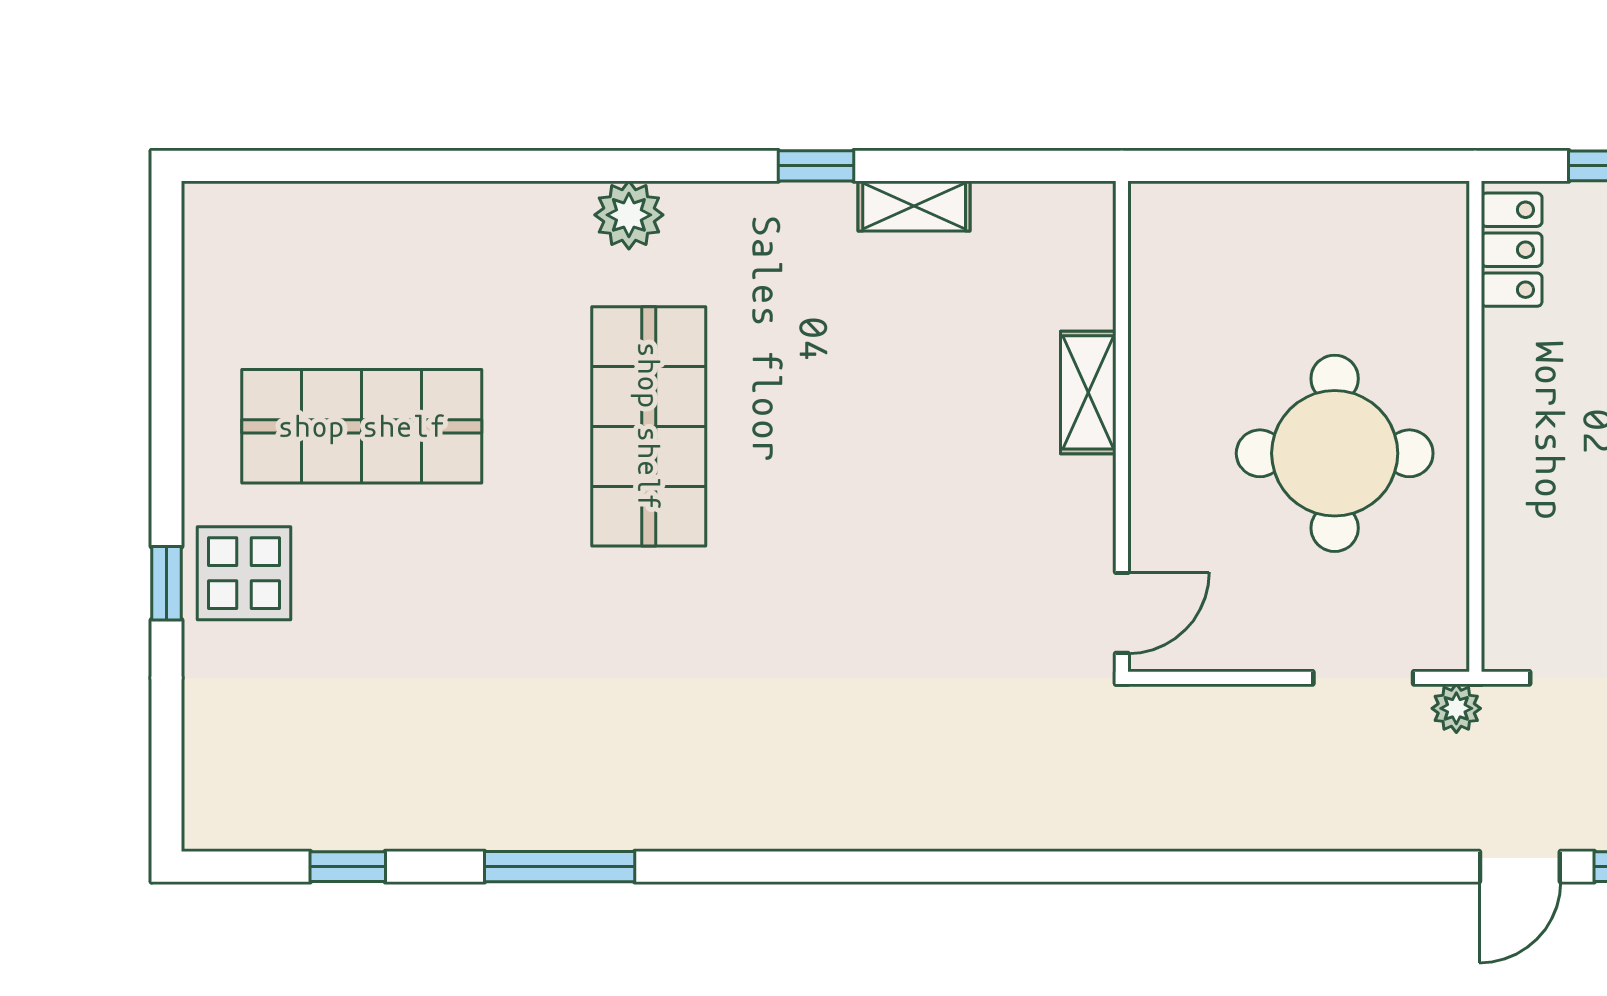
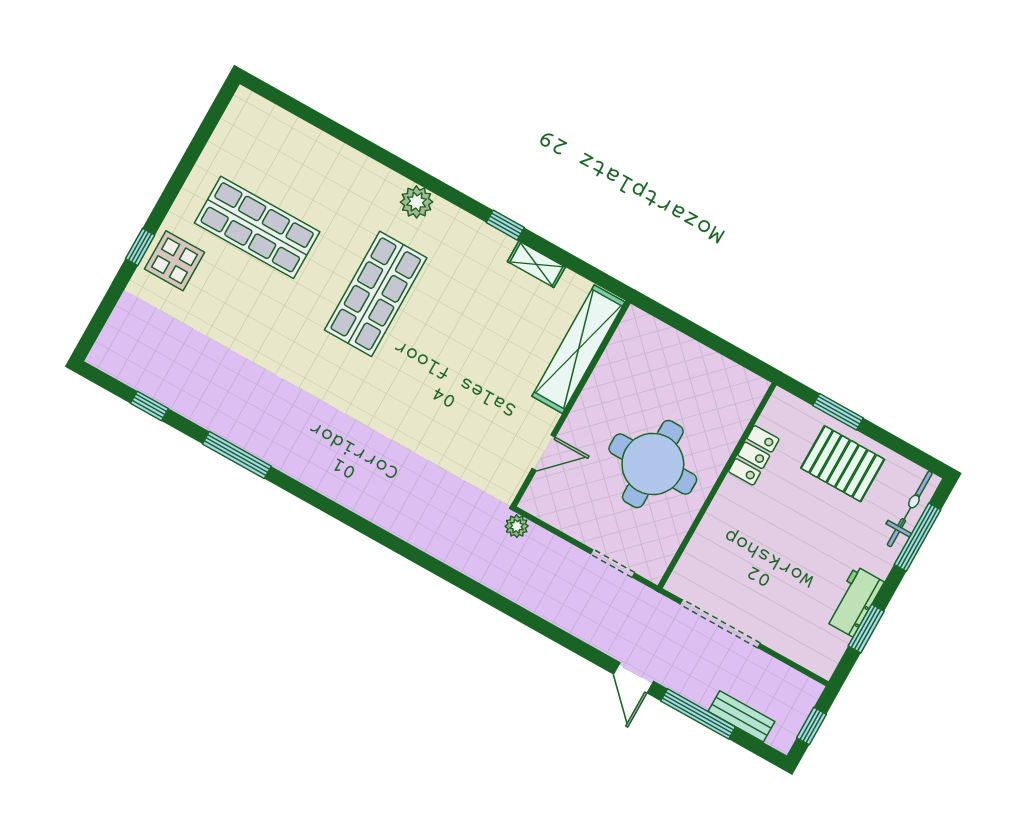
locker: (1512, 250) -> (754, 455), moved
shelving: (1088, 392) -> (578, 349), width x2.20, depth x1.33
door: (1122, 613) -> (544, 453), moved
plant: (1456, 708) -> (517, 526), moved
door: (1520, 867) -> (633, 678), hinge flipped

